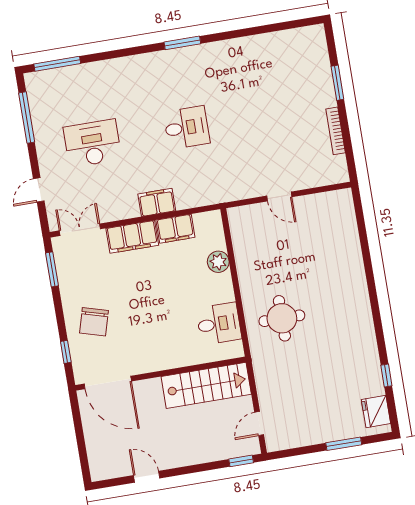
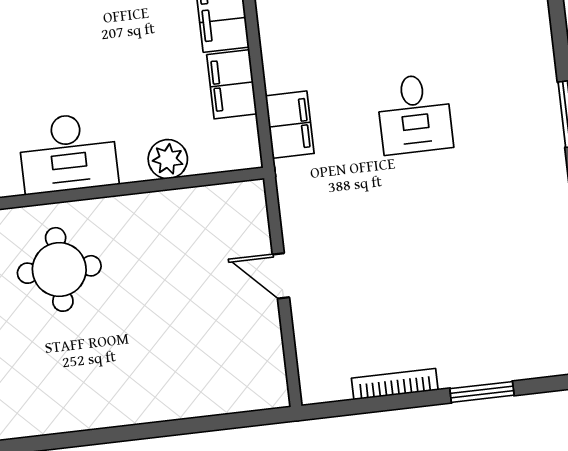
door: (279, 196) -> (281, 276), hinge flipped
filing cabinet: (157, 202) -> (290, 125), moved
desk: (219, 324) -> (68, 153), width x1.37

